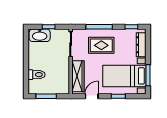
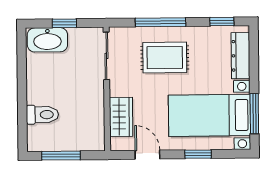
wardrobe: (78, 76) -> (121, 117), width x0.67
door: (92, 96) -> (147, 155), hinge flipped

